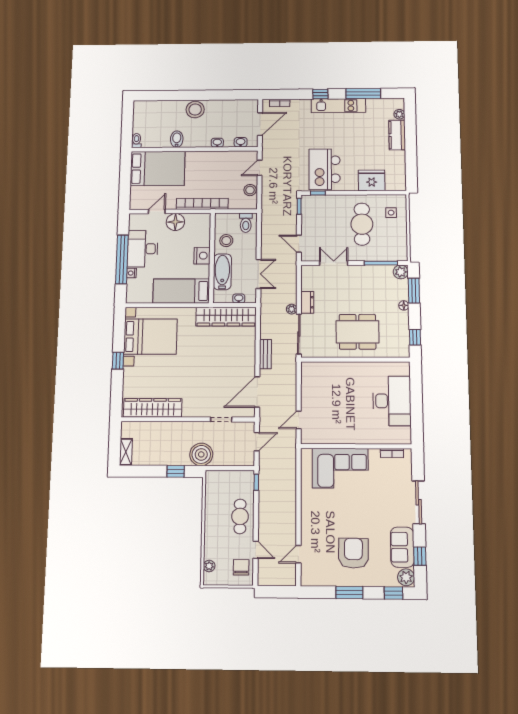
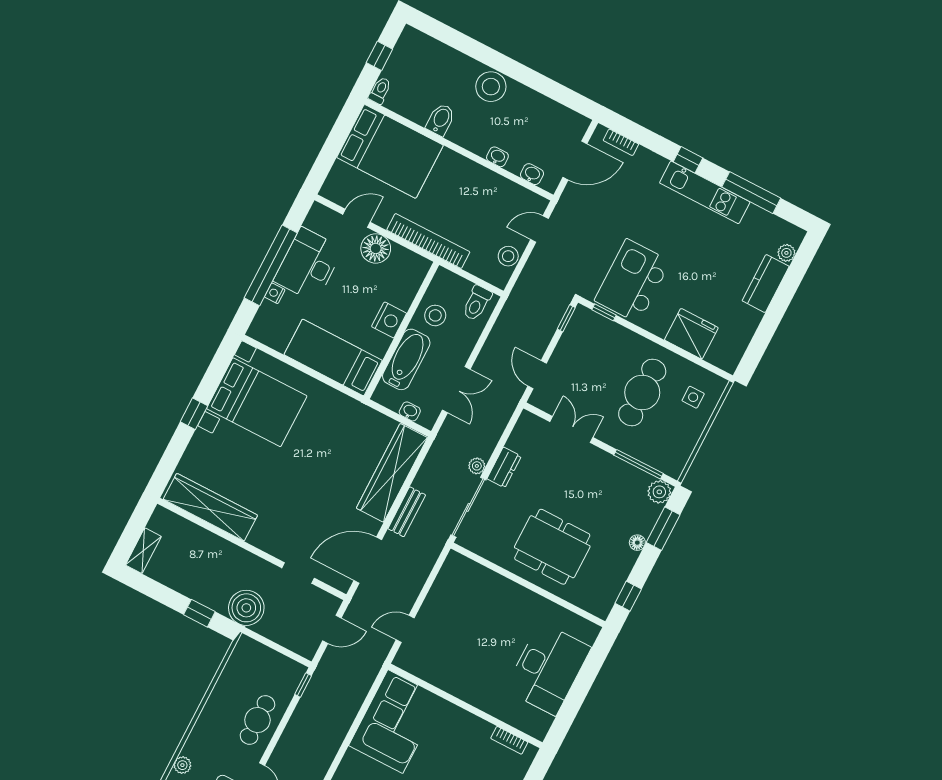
window: (127, 124) -> (379, 56), added
wardrobe: (226, 317) -> (392, 473), moved, turned 90
corner sofa: (340, 468) -> (395, 722), moved, turned -90

